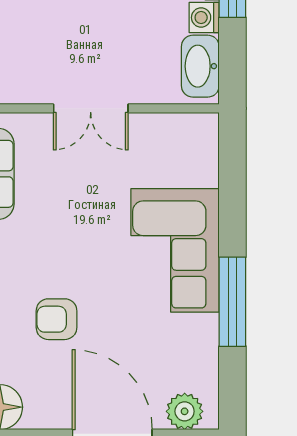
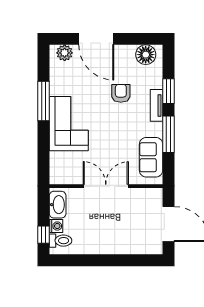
double door: (91, 108) -> (106, 186), width x1.37
armchair: (57, 319) -> (121, 93), turned -90

